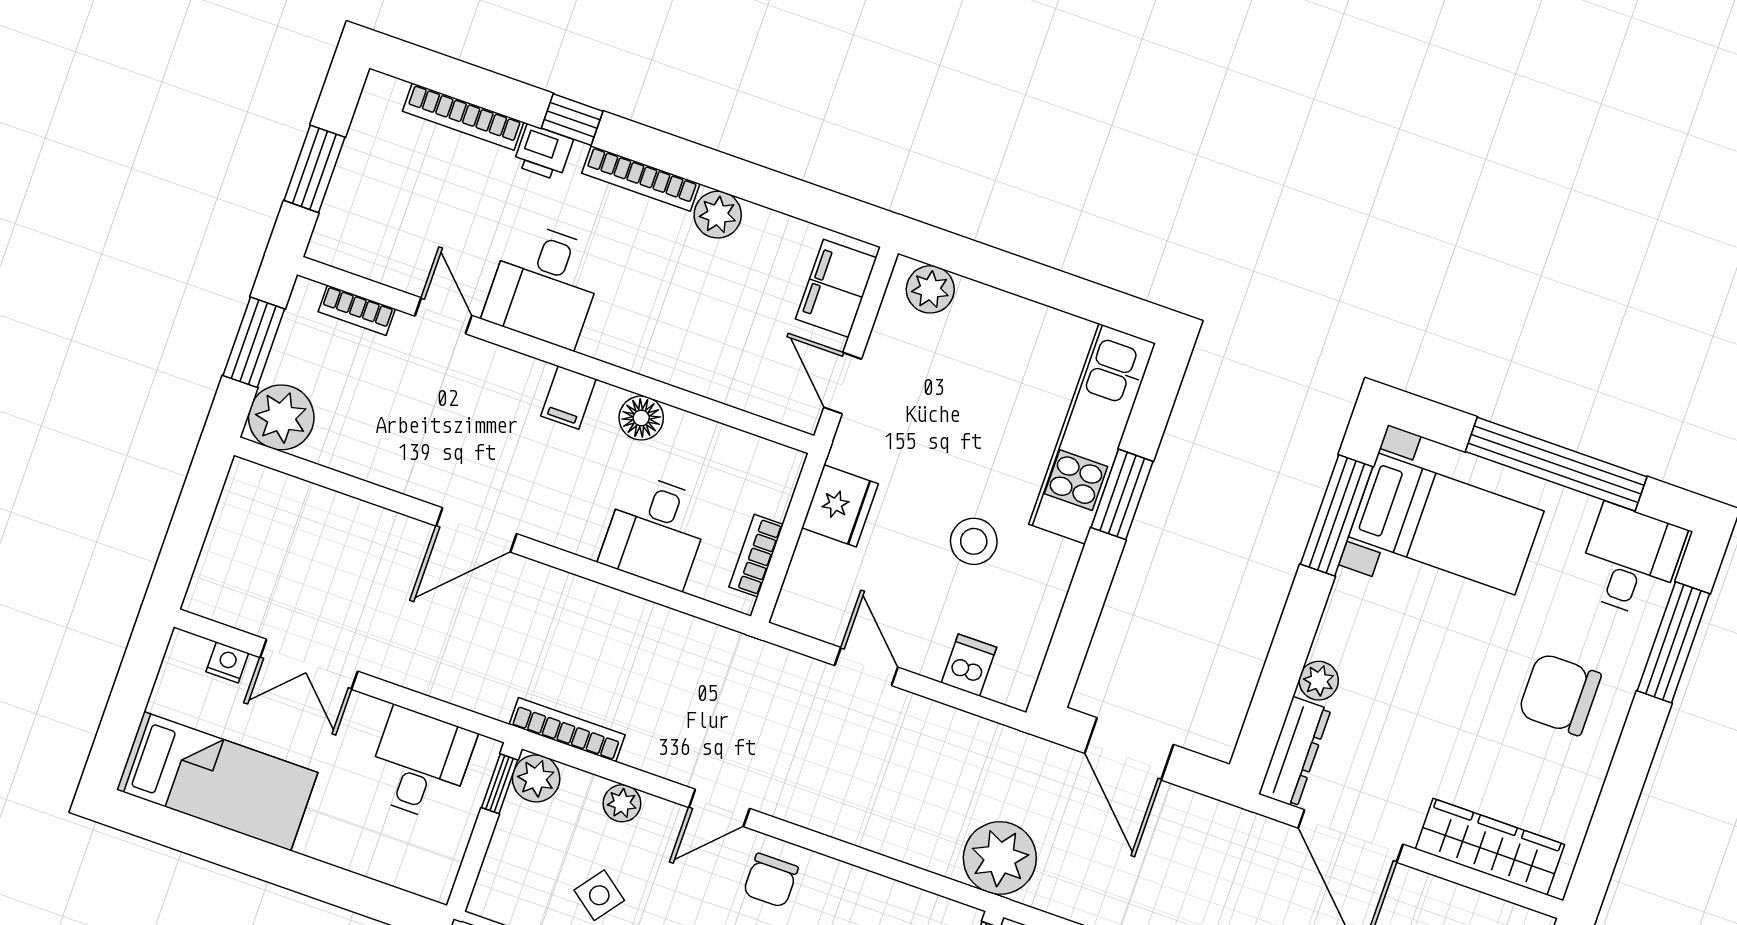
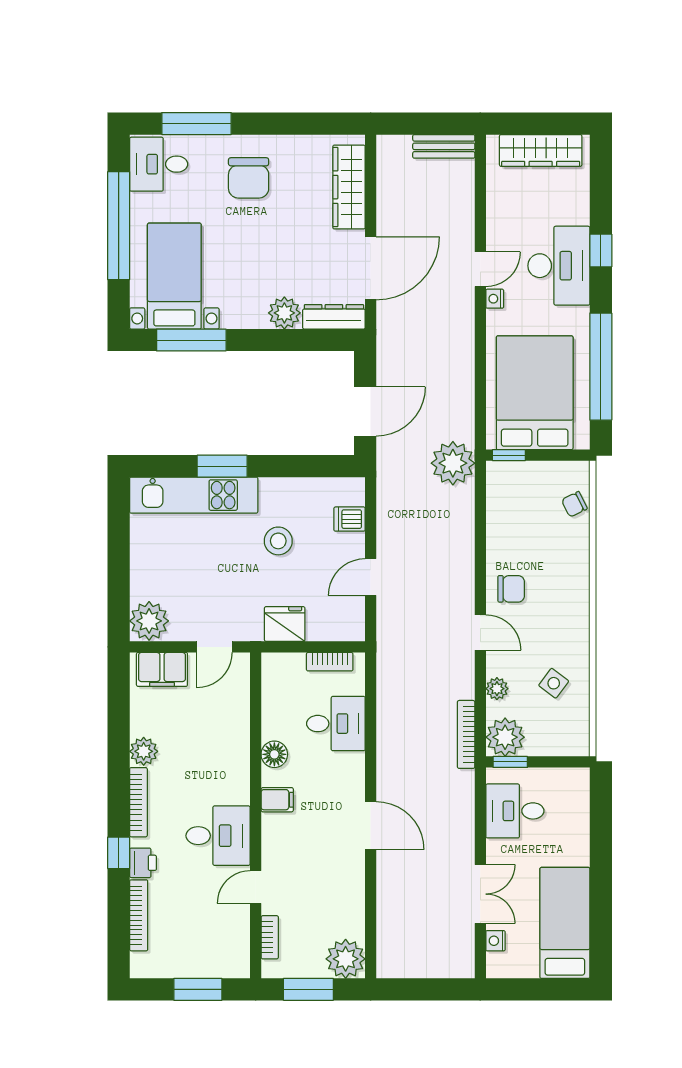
plant: (930, 289) -> (149, 621), width x1.36, depth x1.36
plant: (1319, 681) -> (284, 313), width x1.38, depth x1.38
plant: (536, 778) -> (505, 737), width x1.36, depth x1.36

